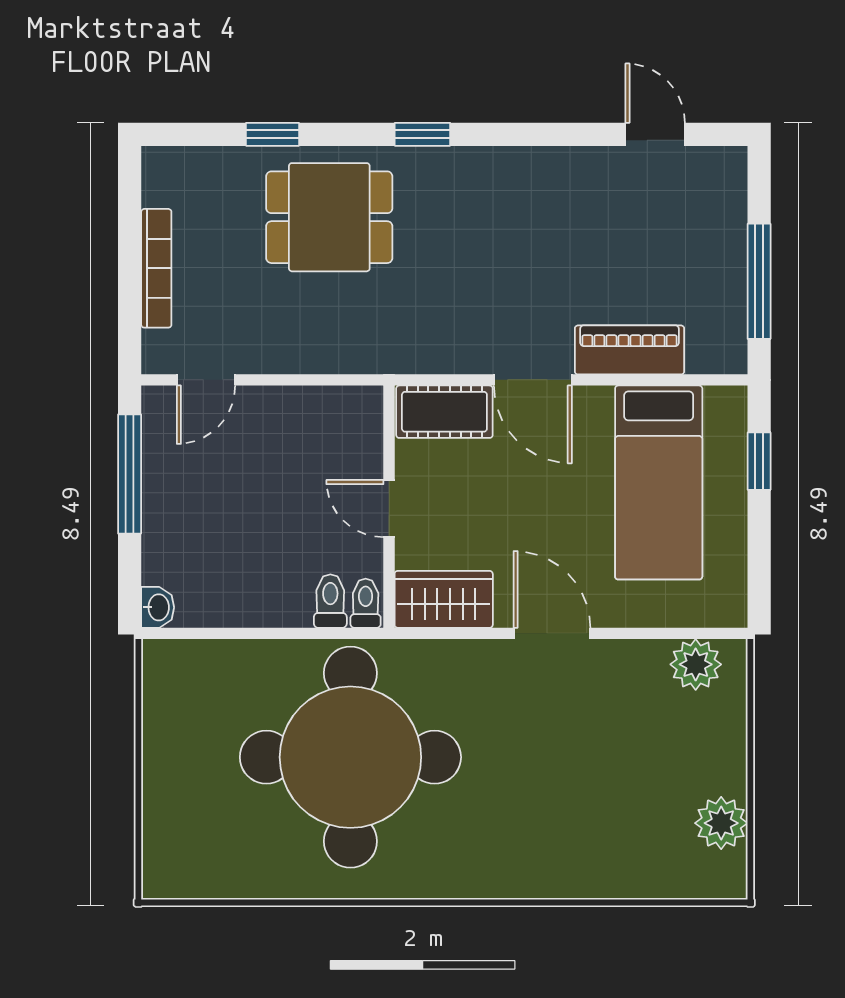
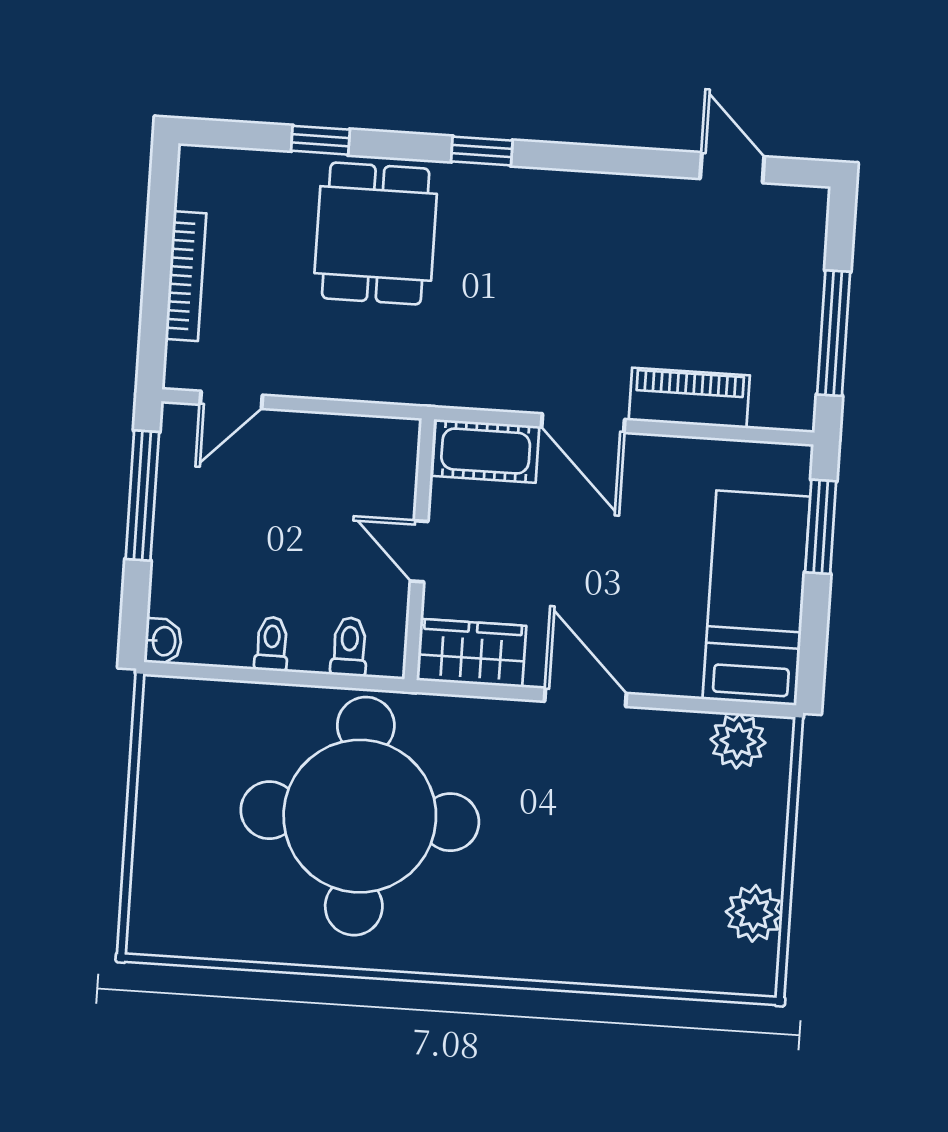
dining table: (329, 217) -> (376, 233), turned 90
window: (759, 461) -> (821, 527), width x1.50
bed: (659, 482) -> (756, 598), moved, turned 180
toilet: (366, 603) -> (272, 644), moved

